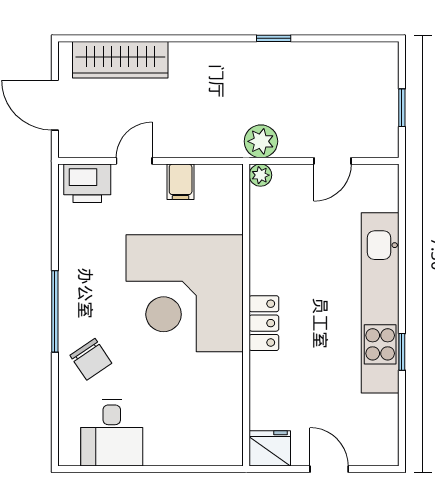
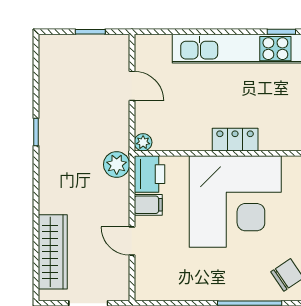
plant: (261, 141) -> (117, 165), moved
printer: (87, 183) -> (149, 174), moved
locker: (264, 323) -> (235, 140), moved

